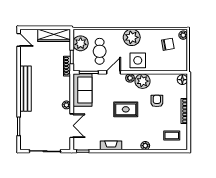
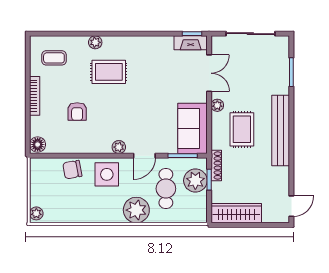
plant: (132, 37) -> (136, 210), moved
door: (19, 40) -> (291, 206), swing flipped
plant: (81, 43) -> (195, 181), moved
chair: (168, 44) -> (72, 170), moved
plant: (143, 81) -> (99, 142), removed
rug: (51, 89) -> (242, 129), added
rug: (126, 109) -> (109, 72), moved
double door: (72, 126) -> (209, 73), swing flipped
fireplace: (111, 145) -> (191, 43), moved

